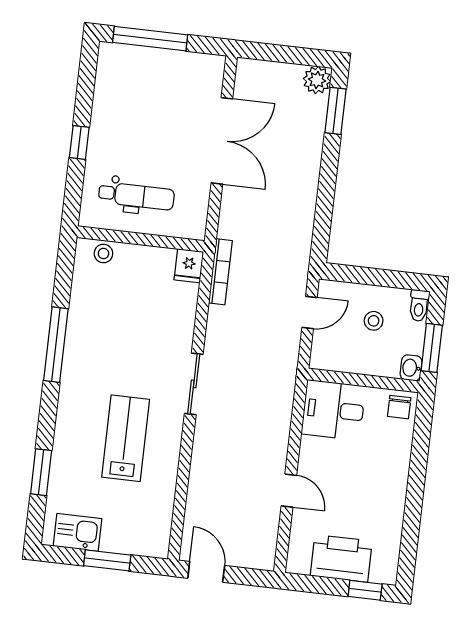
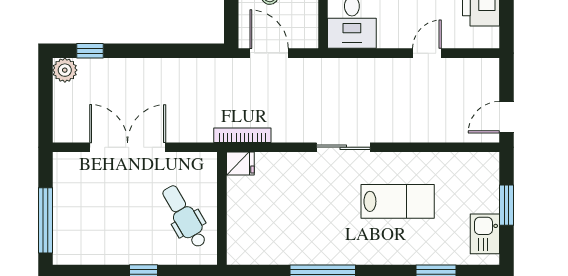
window: (336, 111) -> (90, 51), width x0.67
dental chair: (136, 196) -> (184, 216), turned -30
stool: (103, 254) -> (238, 239), removed
door: (309, 312) -> (269, 53), width x1.38
lab bench: (126, 438) -> (398, 201), turned 180

